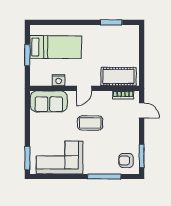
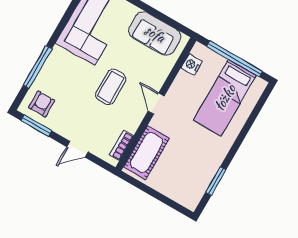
window: (27, 55) -> (235, 59), width x2.11
nightstand: (59, 80) -> (192, 65), moved
sofa: (49, 101) -> (155, 34), moved, turned -90
door: (142, 110) -> (77, 149), moved

